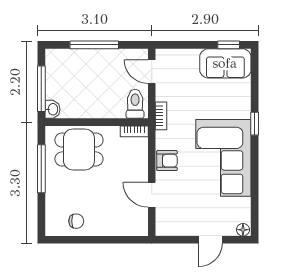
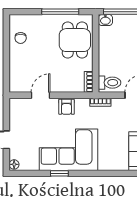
window: (255, 124) -> (59, 173), moved

